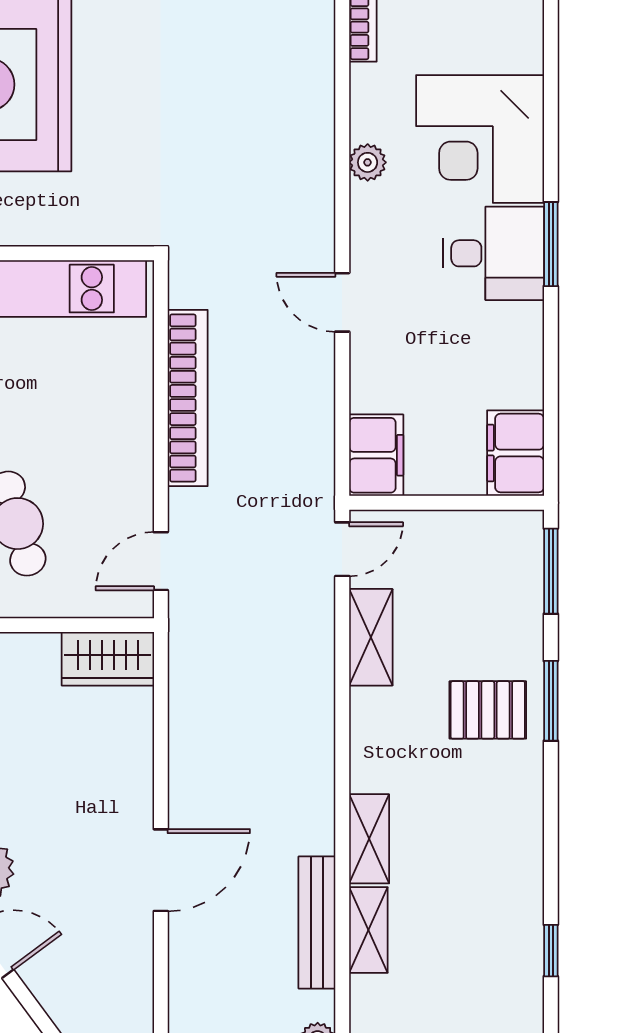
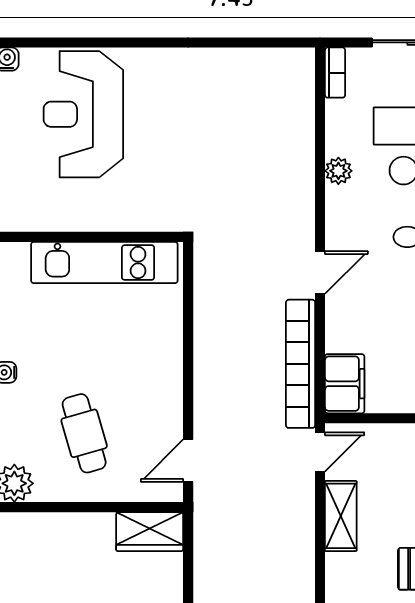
door: (342, 302) -> (320, 273), swing flipped
bookcase: (188, 398) -> (301, 364), moved, turned 180

